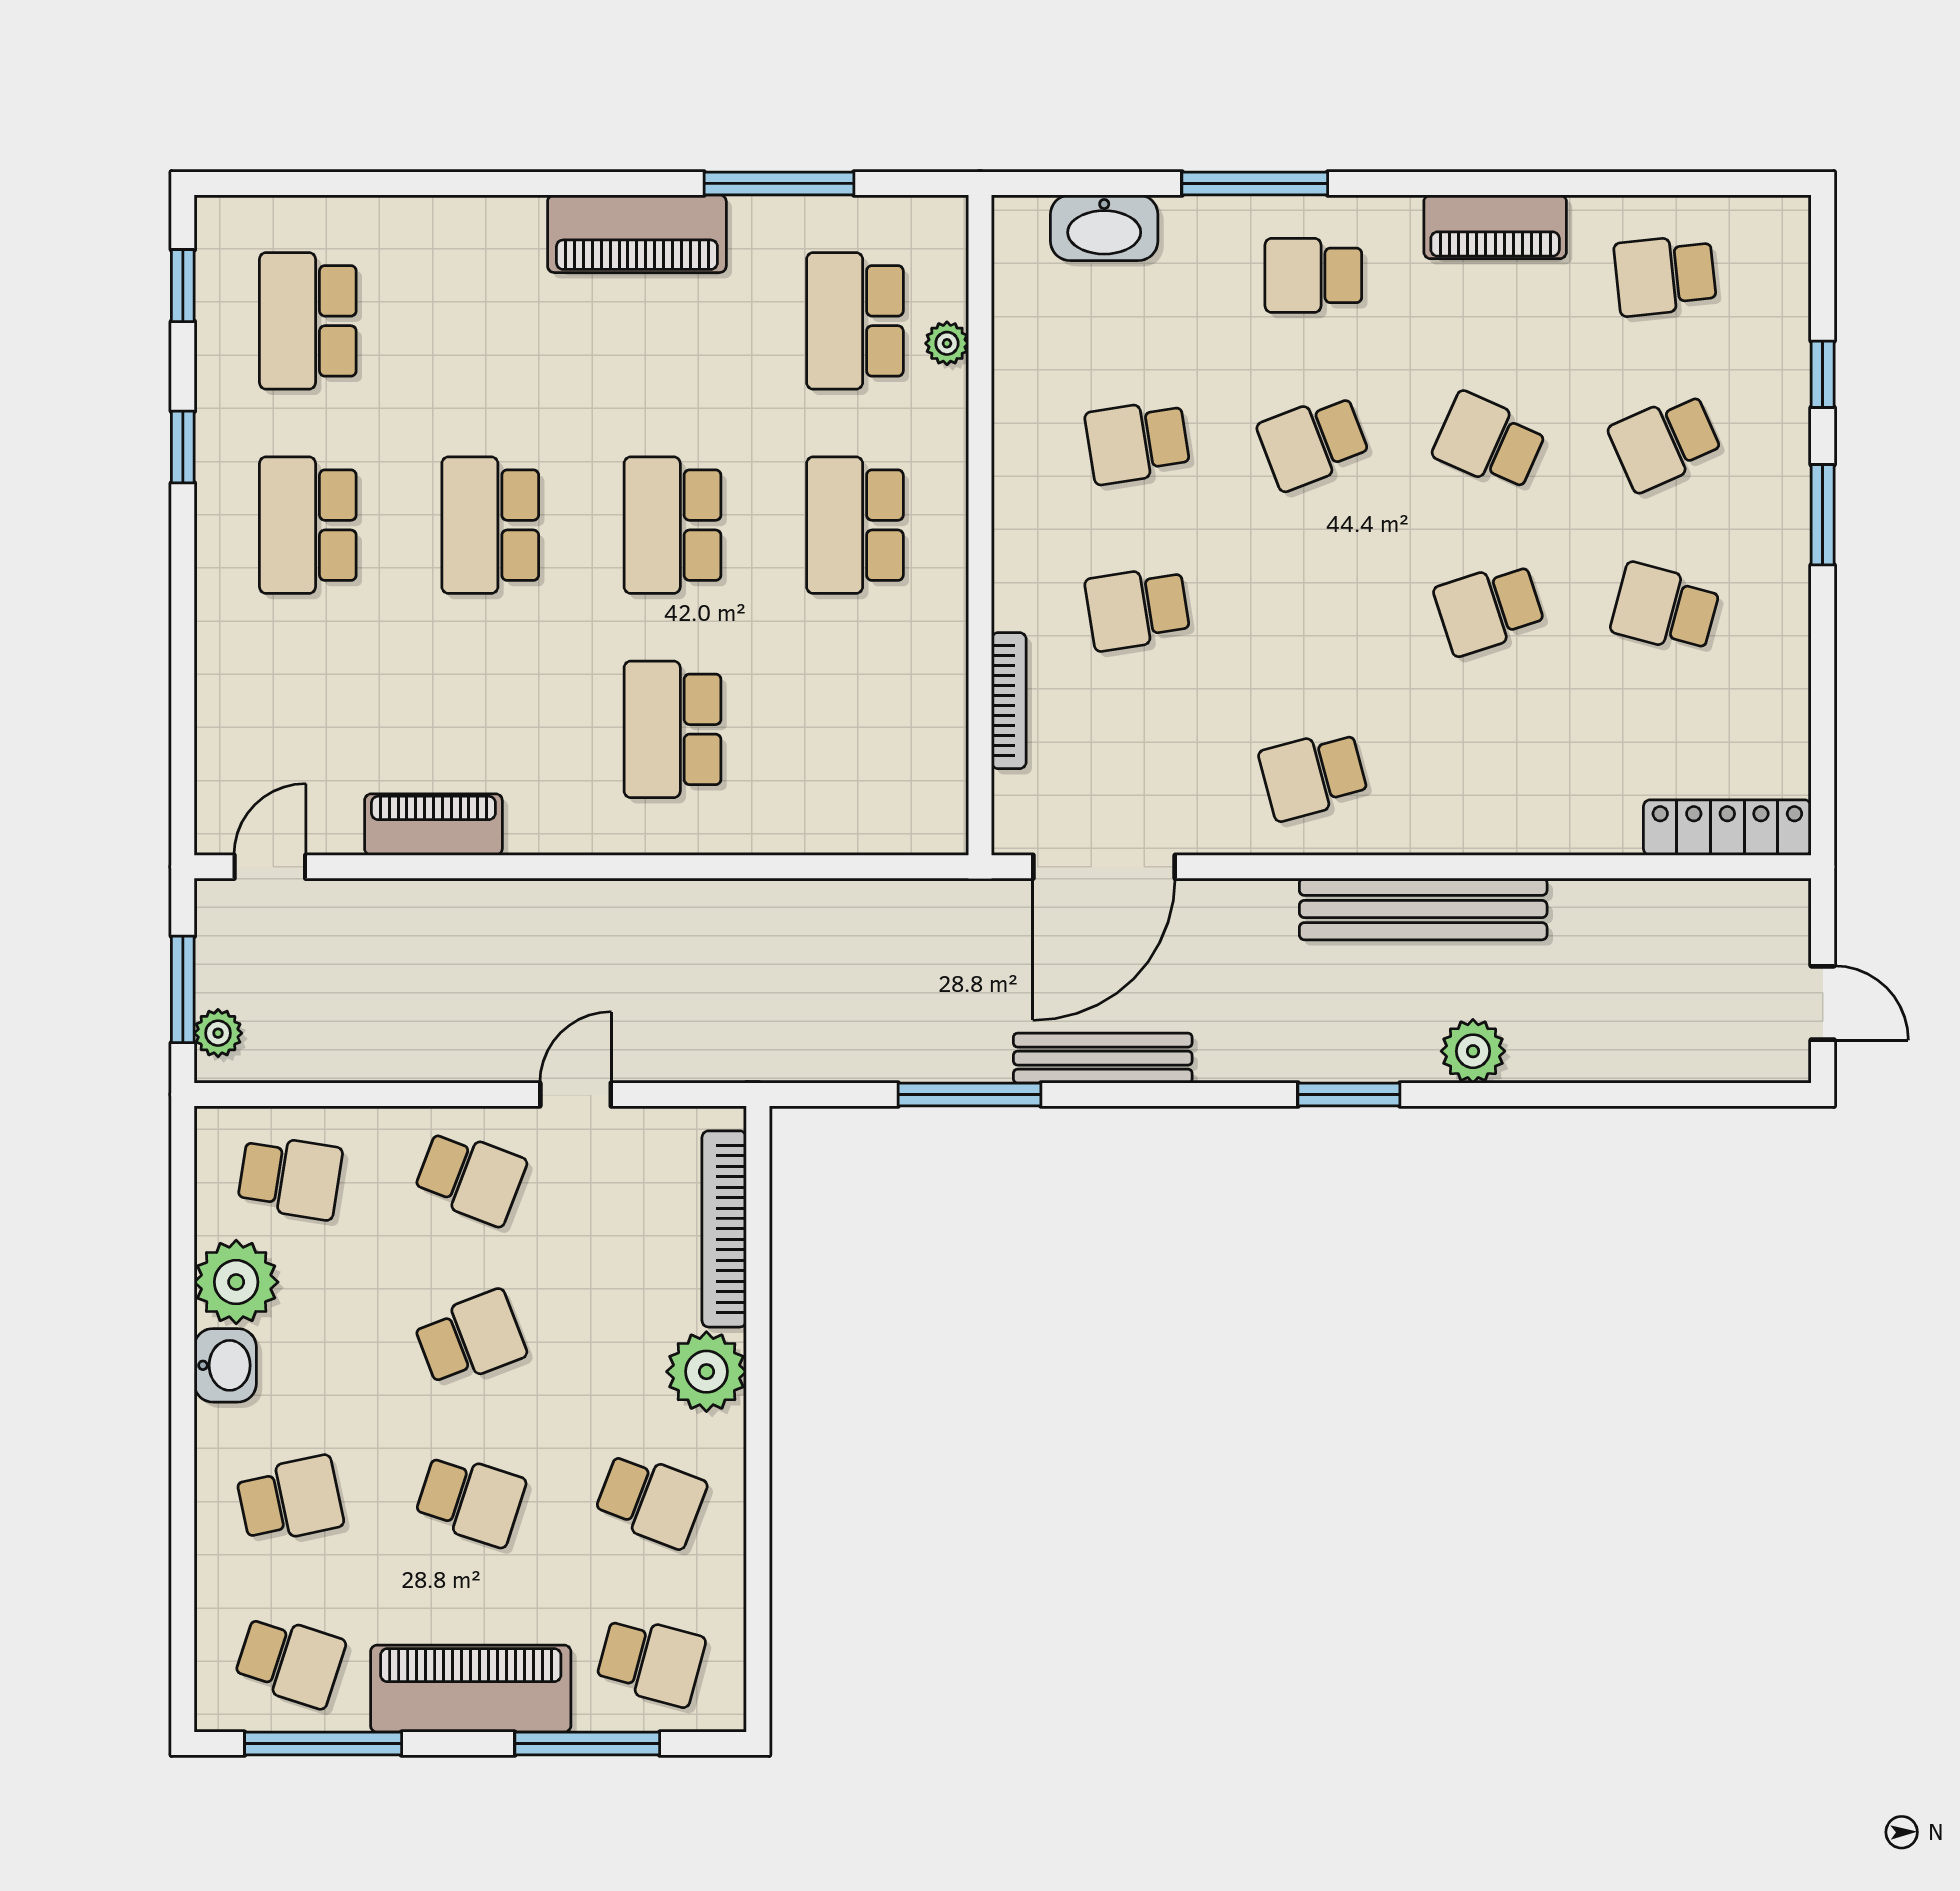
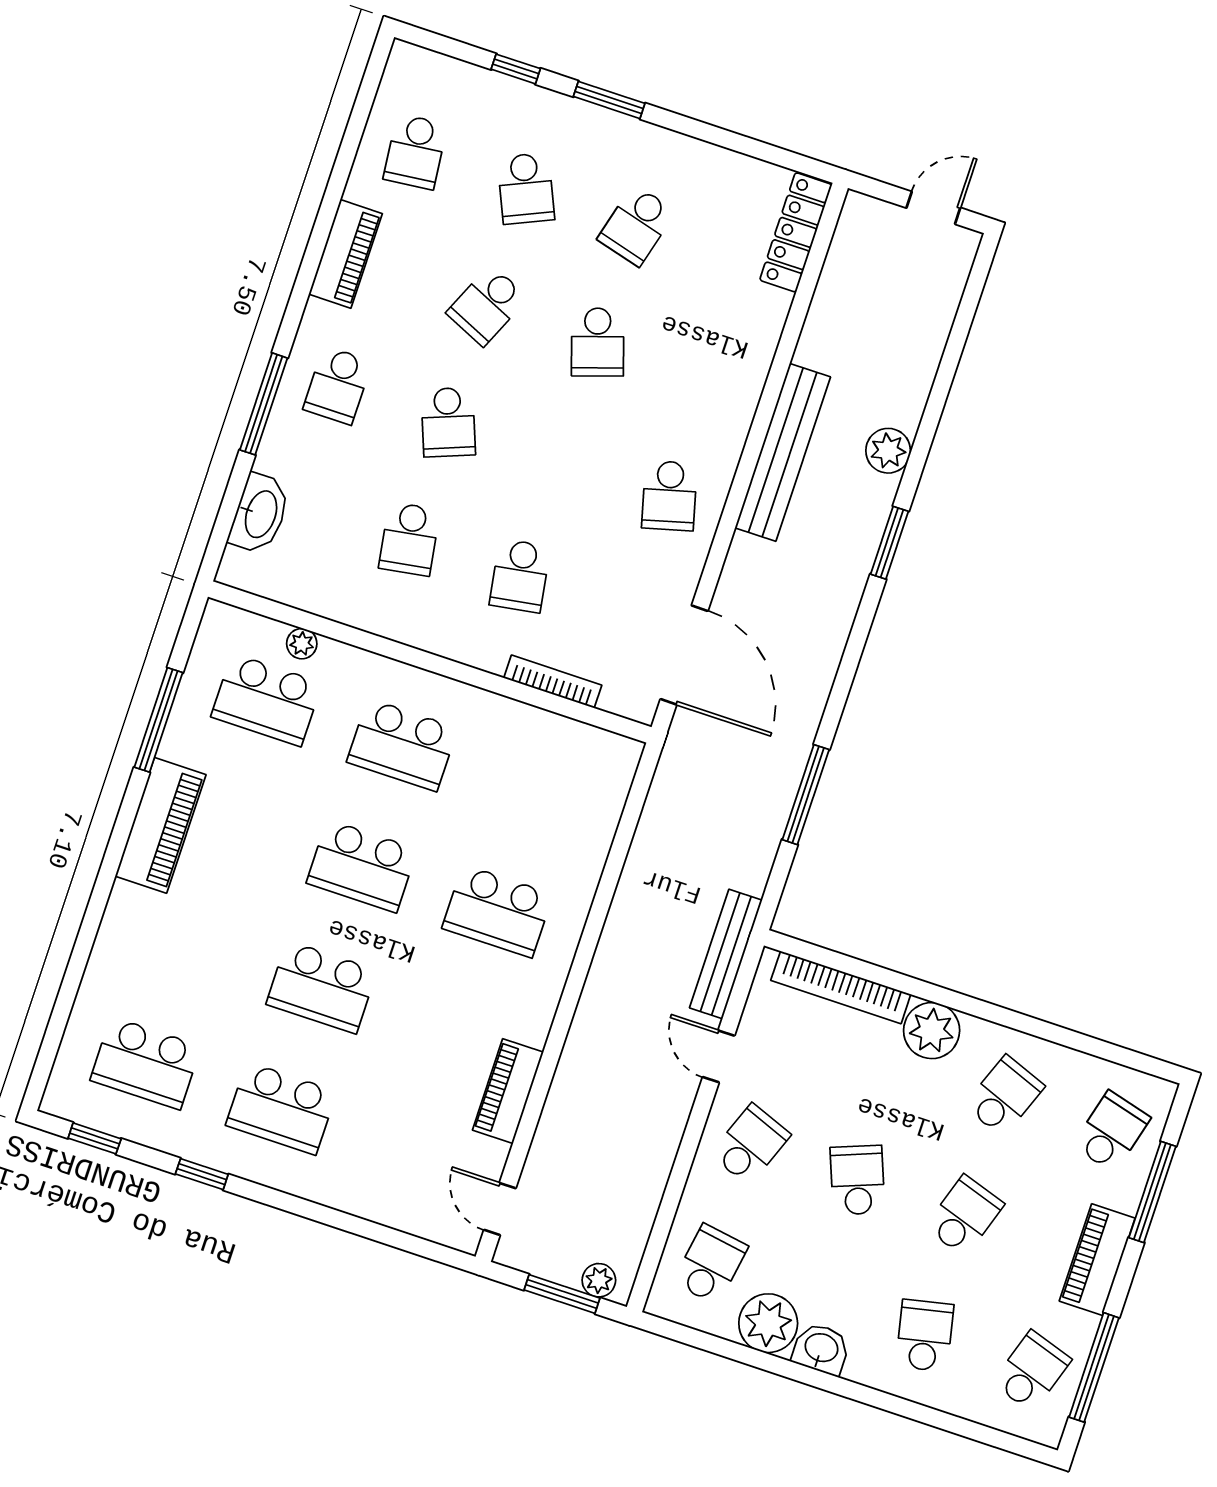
bench: (1103, 1058) -> (726, 954), moved
piano: (471, 1689) -> (1097, 1260), width x0.73, depth x0.75

